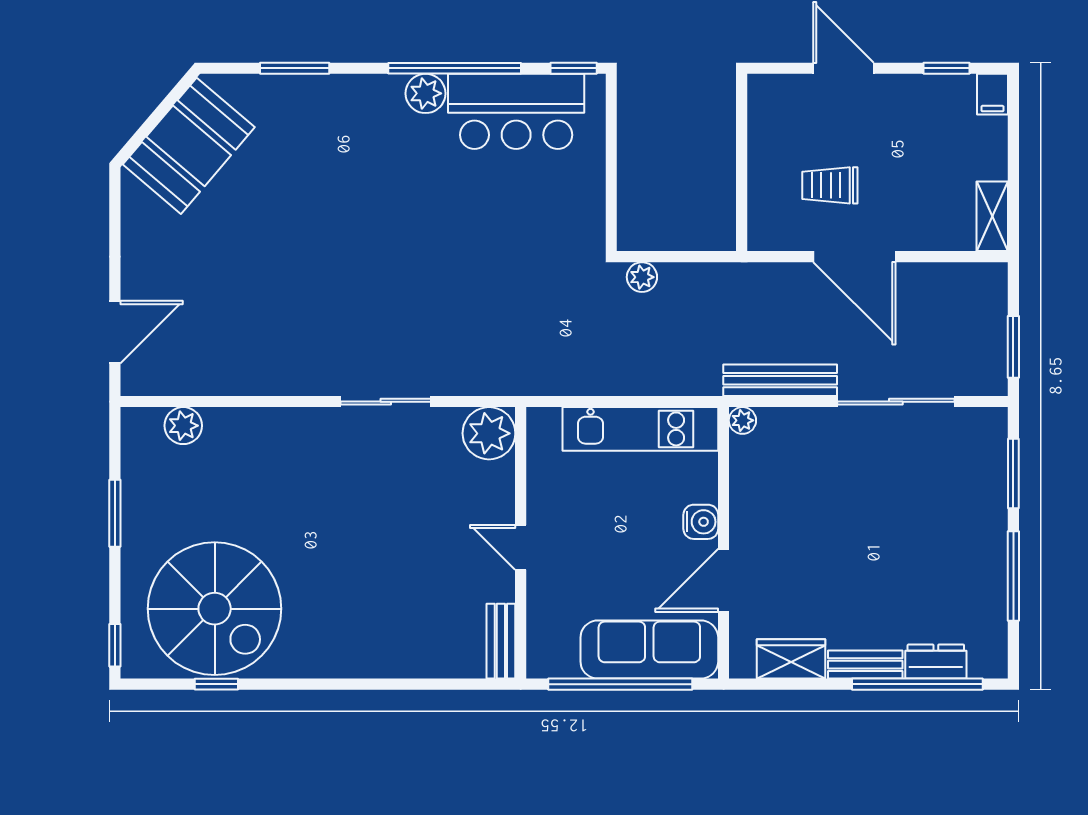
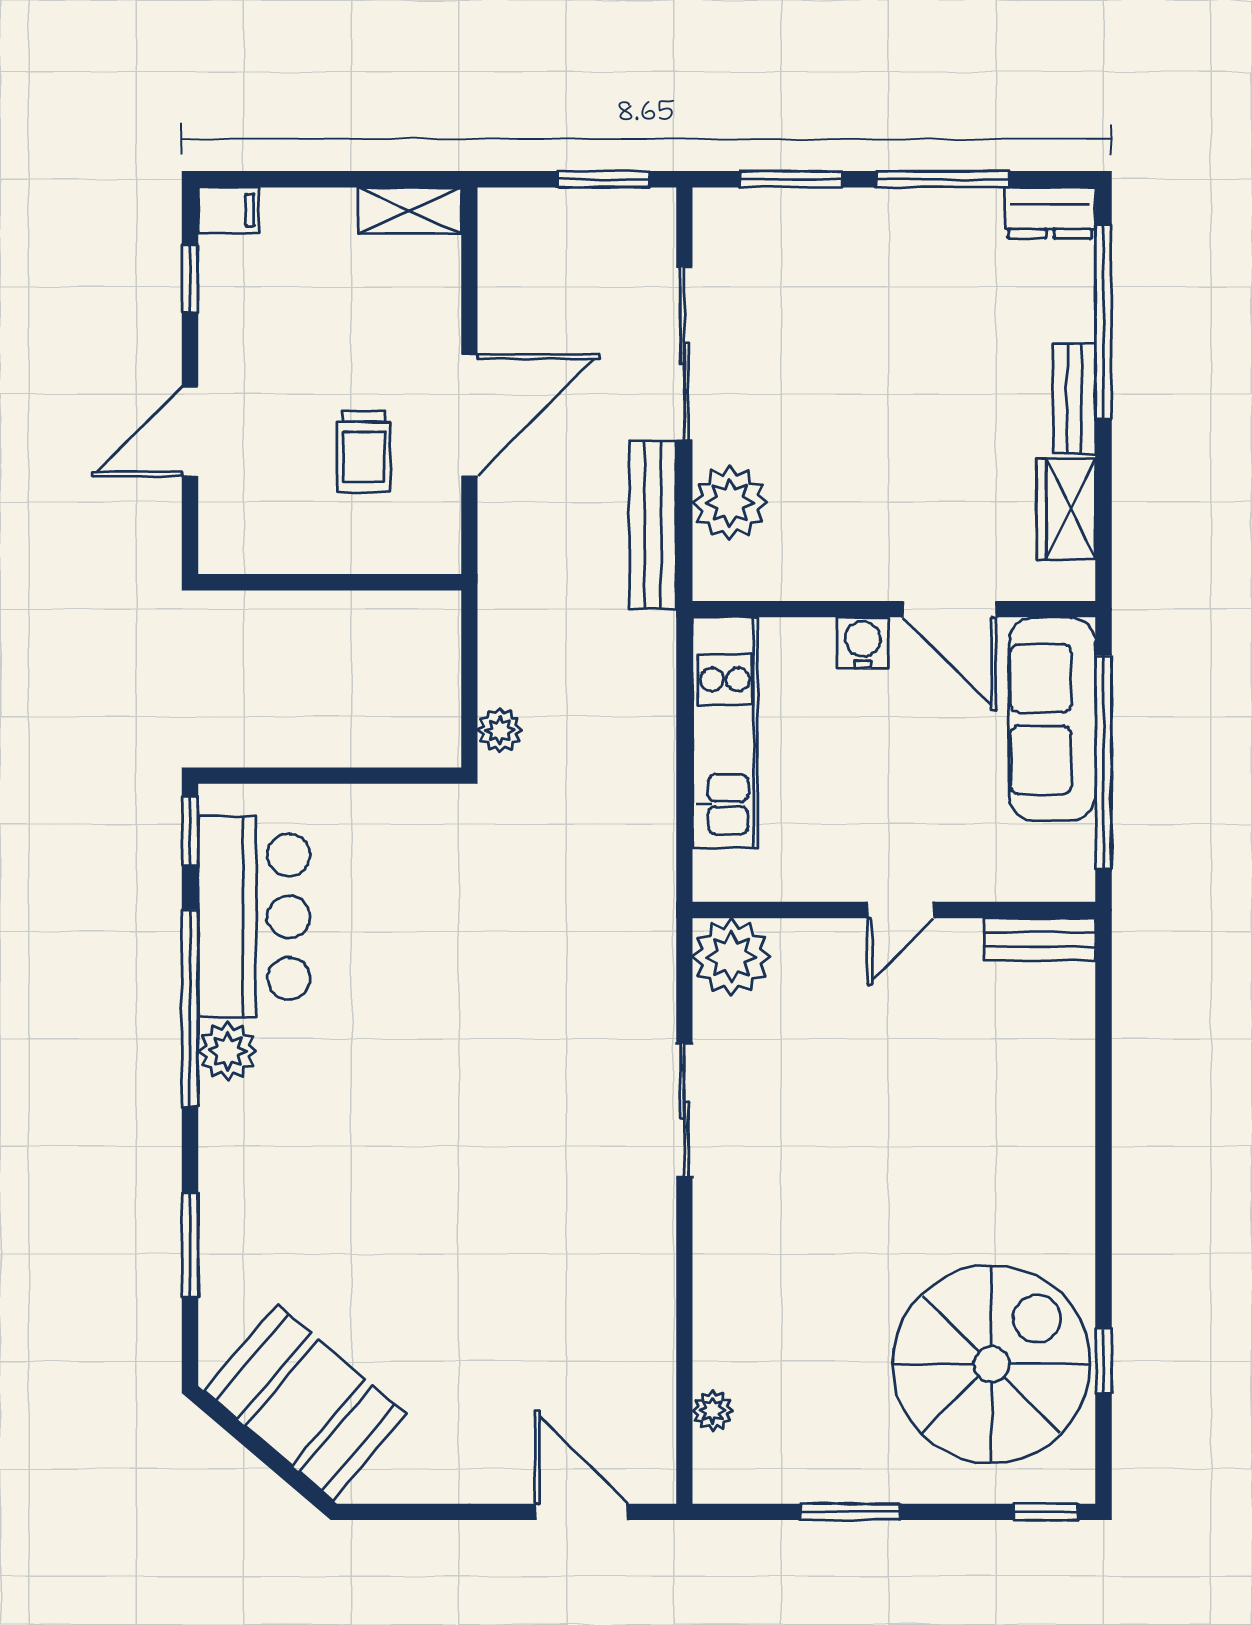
plant: (742, 420) -> (730, 503), moved, width x1.88, depth x1.88
plant: (183, 426) -> (713, 1410), width x0.73, depth x0.73
dresser: (936, 662) -> (1050, 213), moved, turned -90

